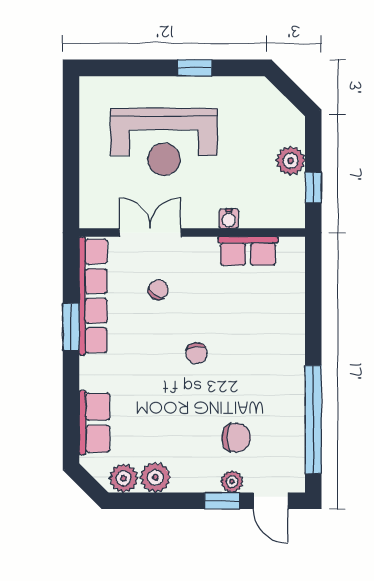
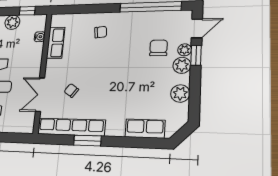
water cooler: (229, 219) -> (40, 37), moved
chair: (197, 353) -> (101, 32), moved
plant: (124, 478) -> (182, 65), moved

